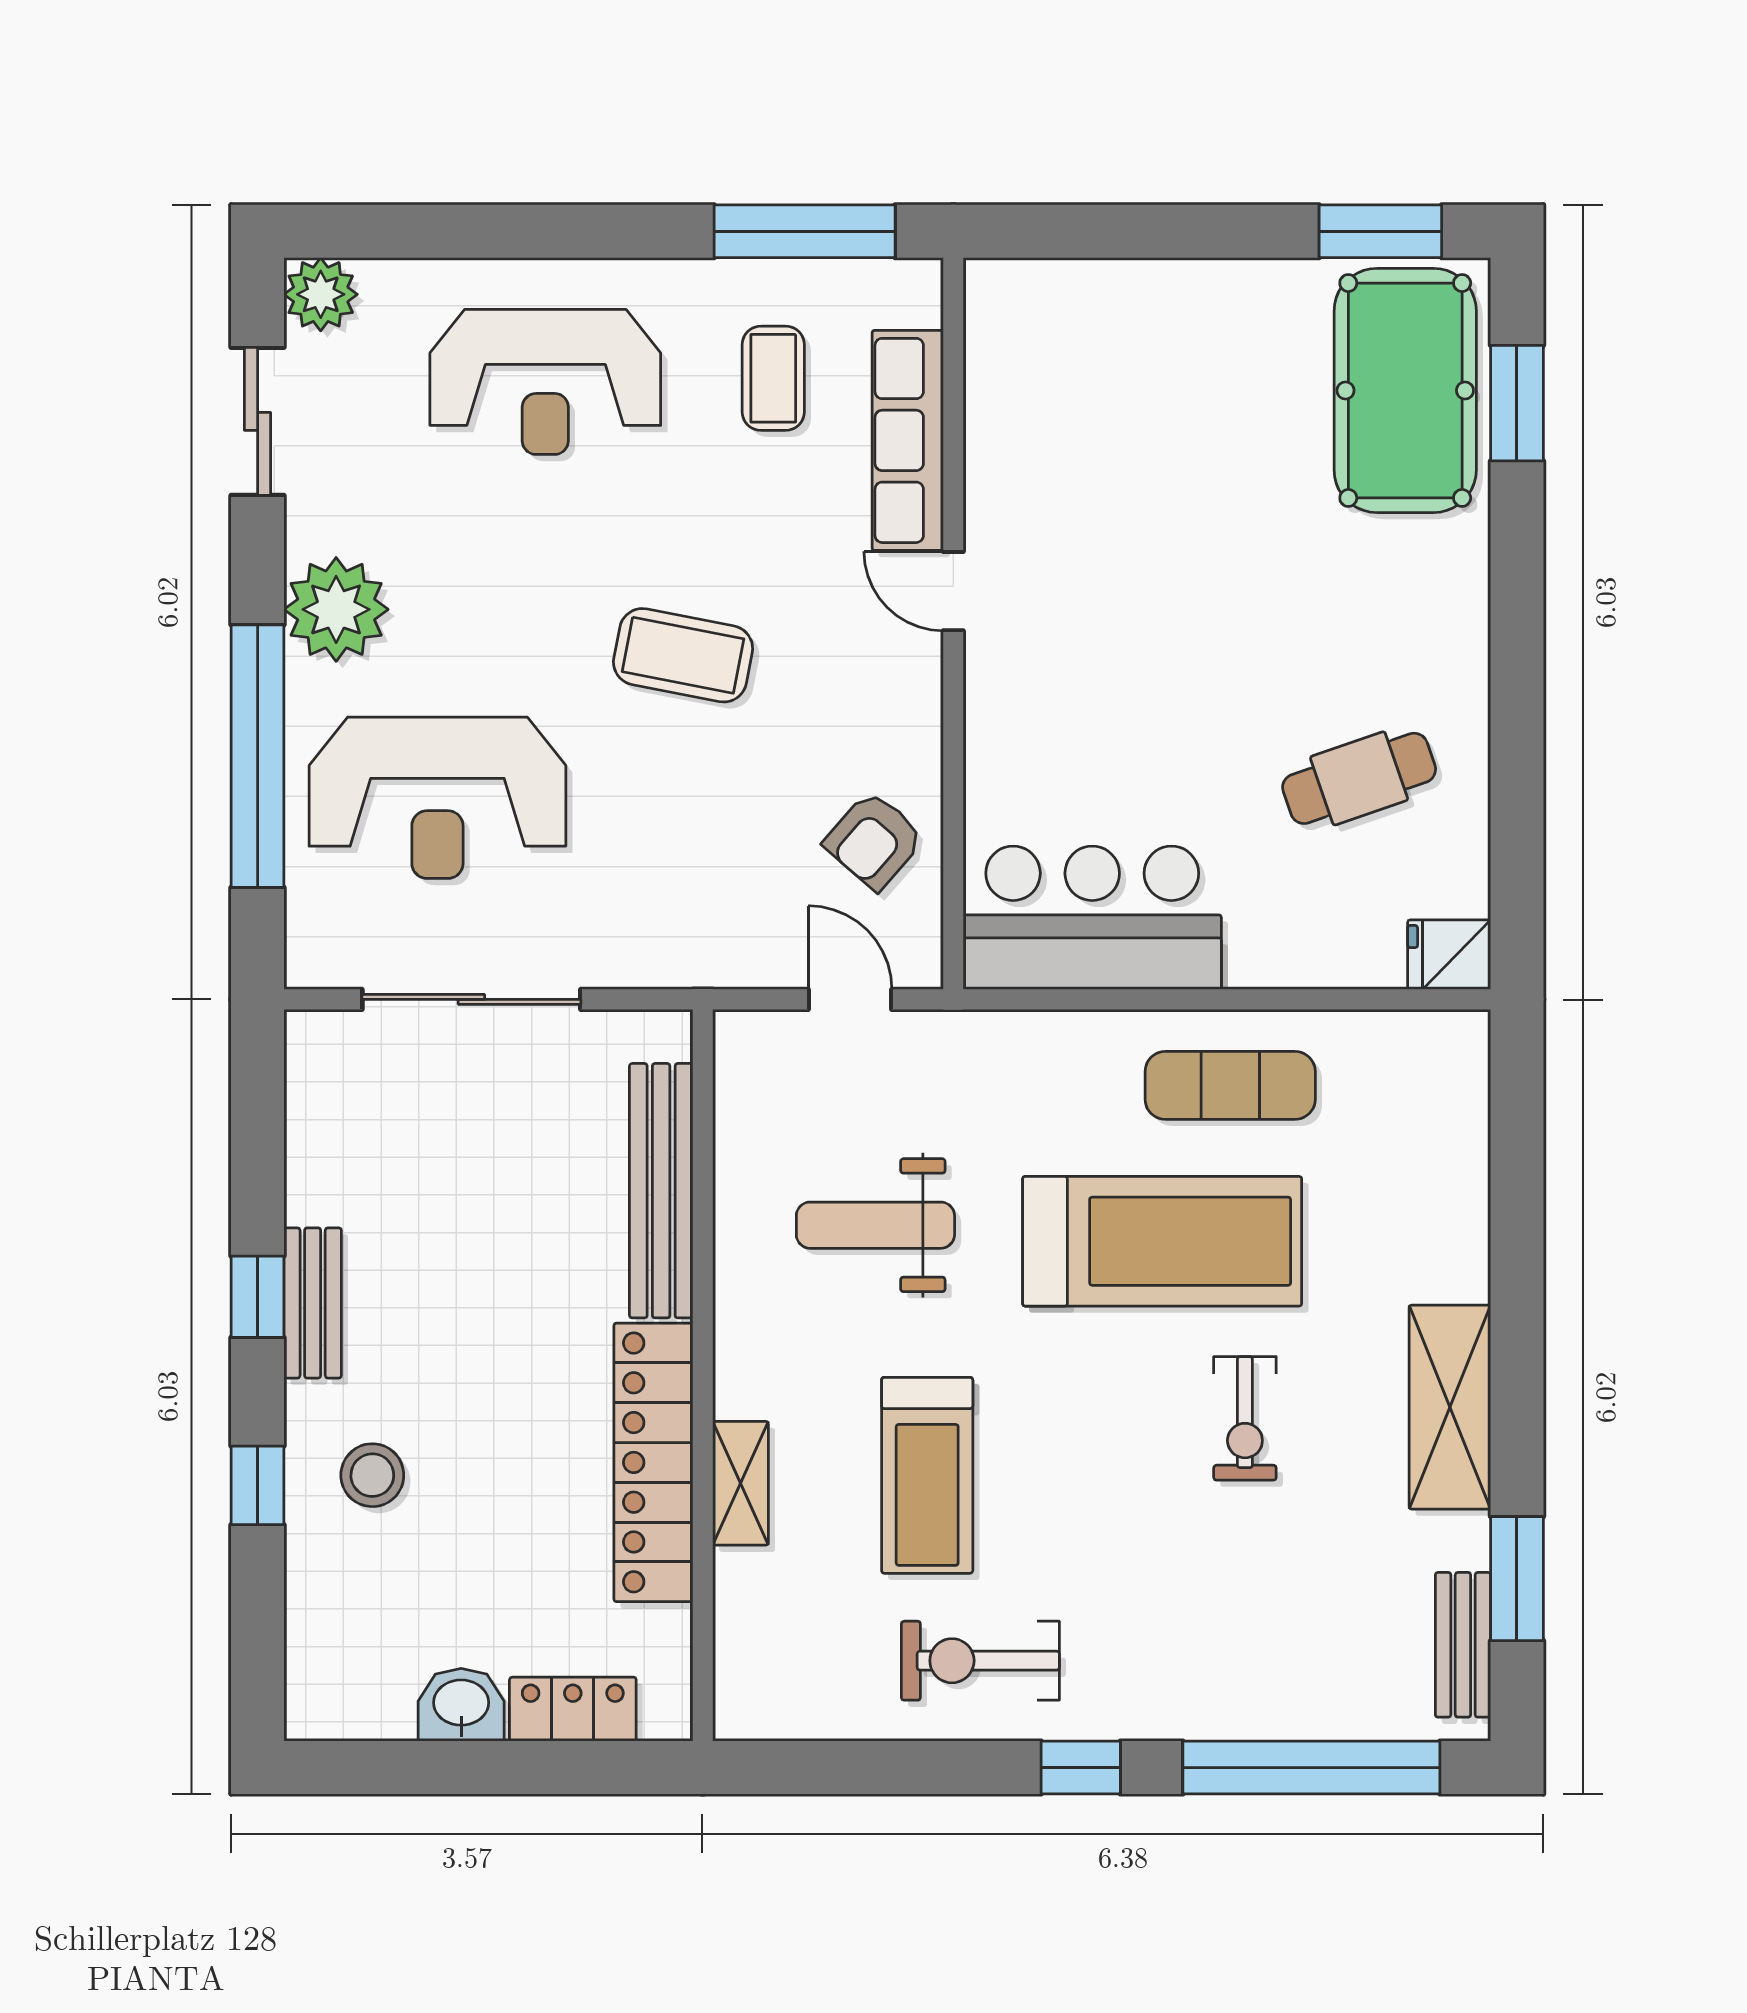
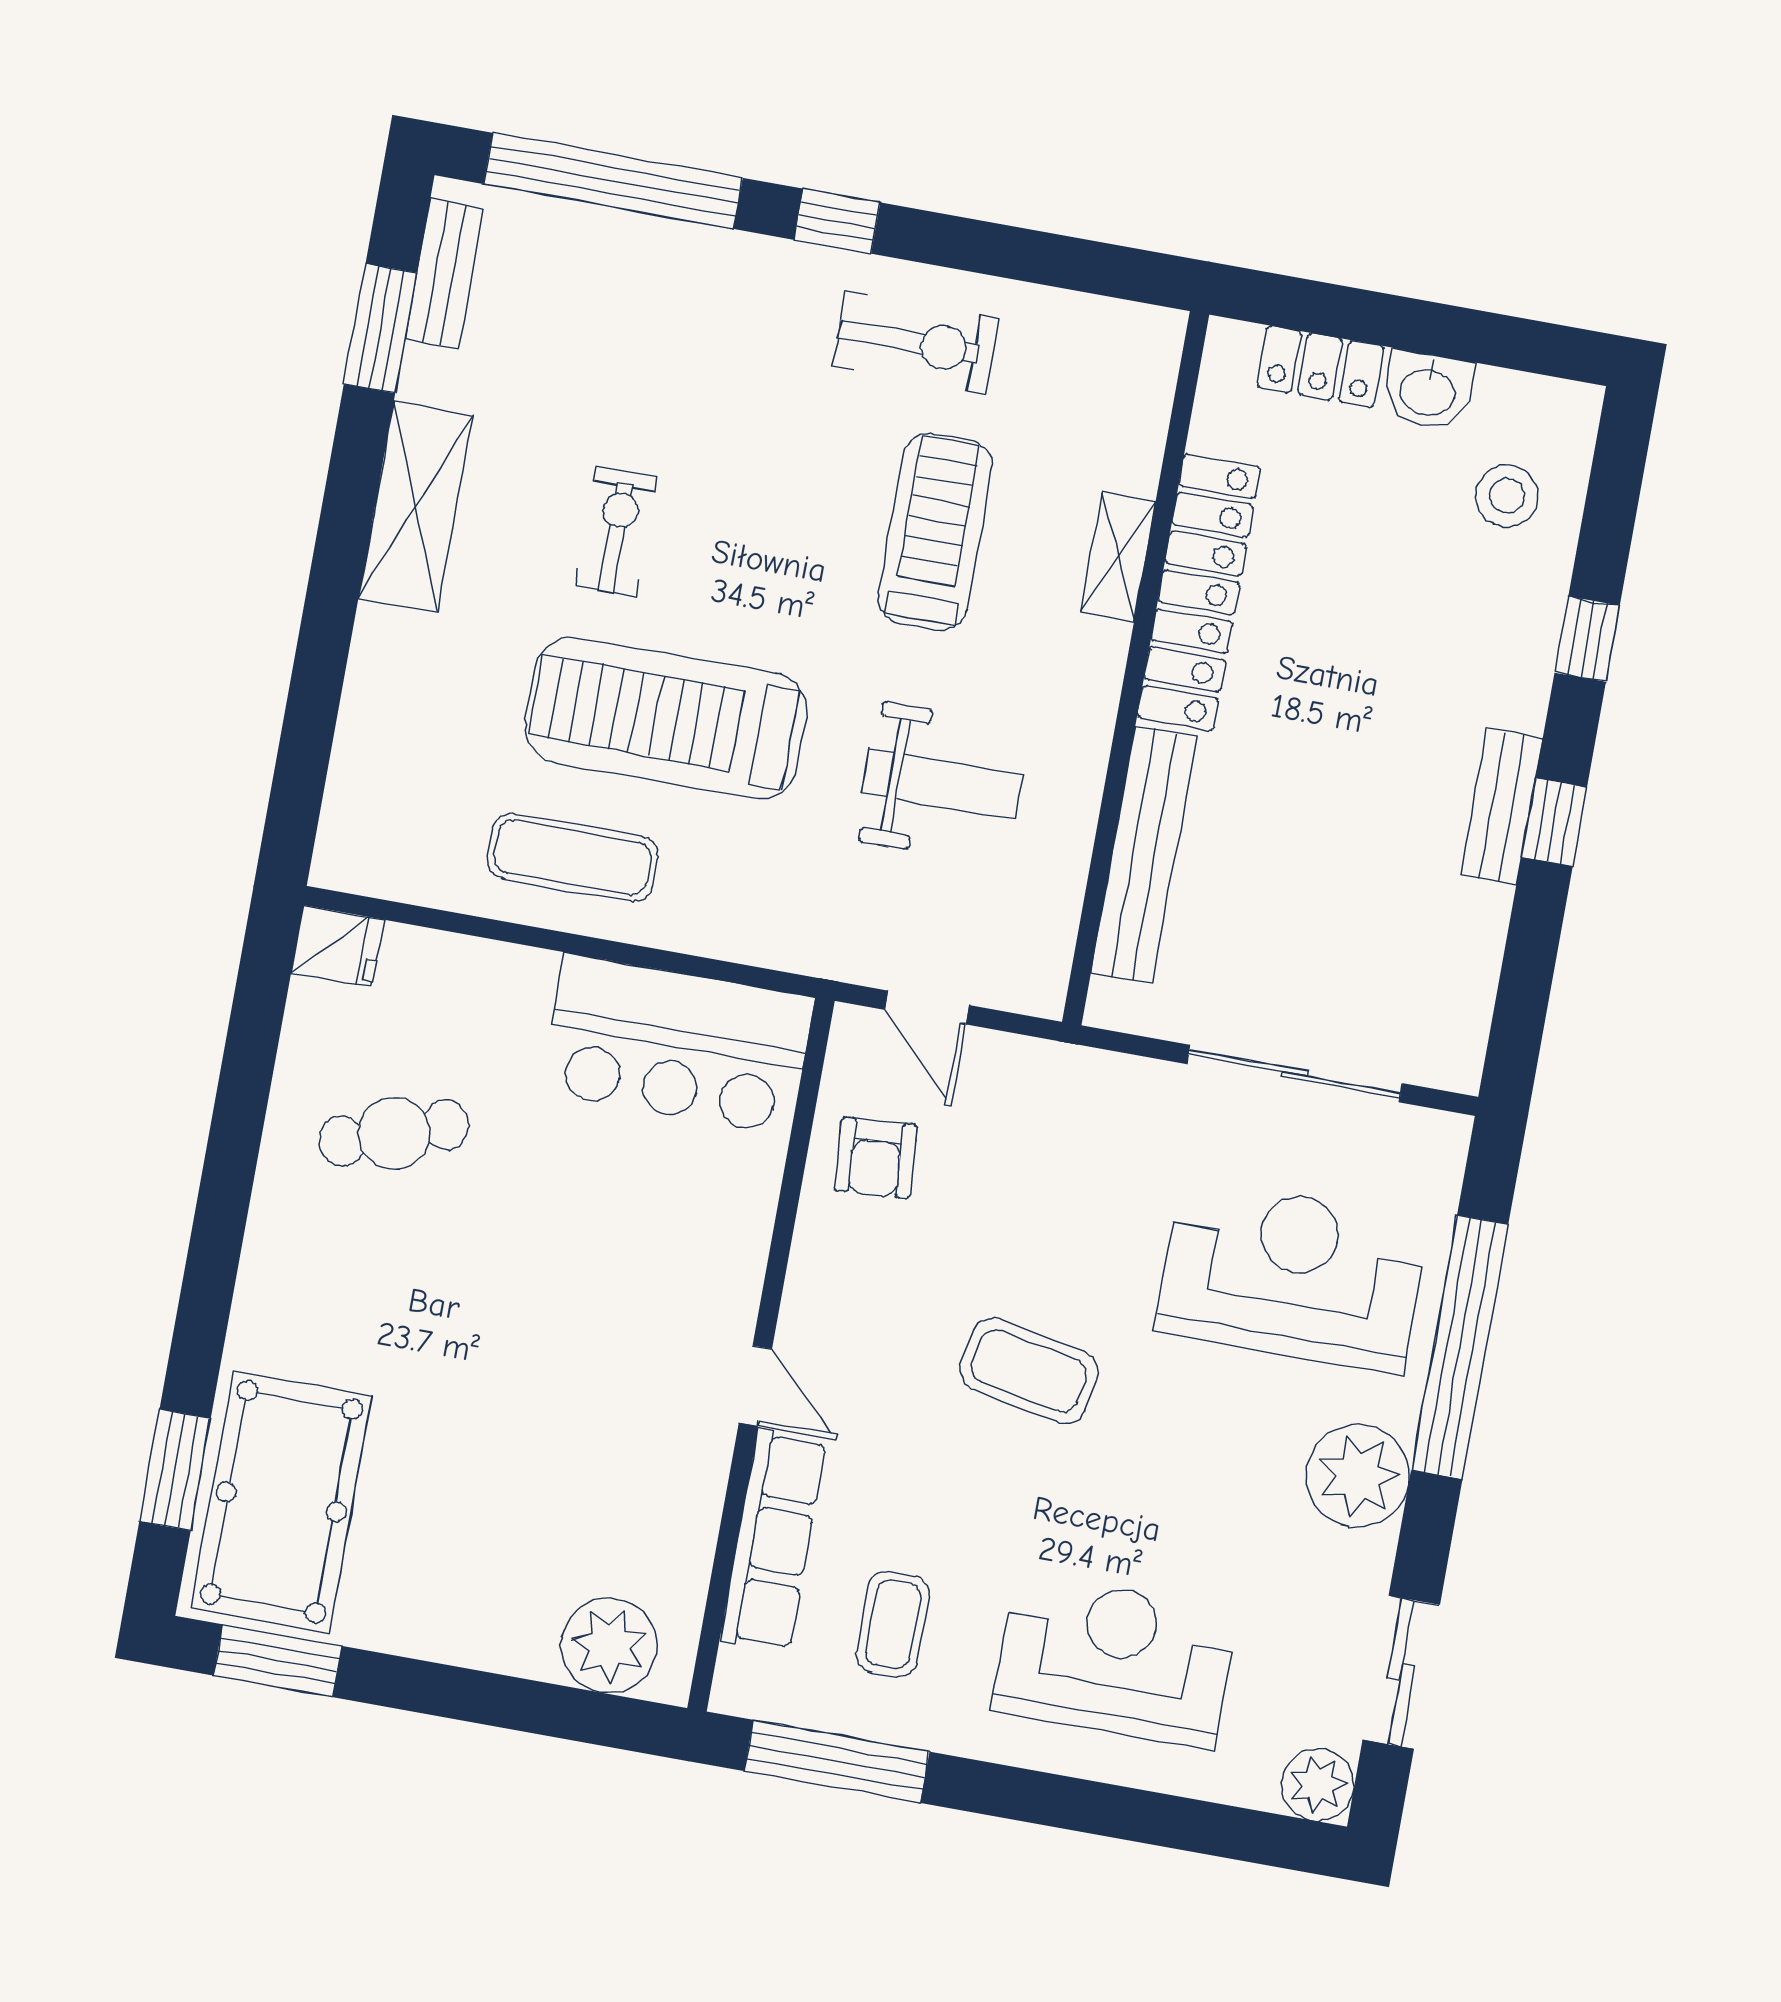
plant: (1053, 306) -> (609, 1646), added
armchair: (874, 840) -> (876, 1158), turned 135
stool: (372, 1475) -> (1507, 496), moved

